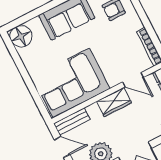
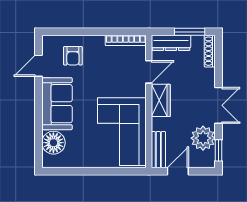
floor lamp: (21, 36) -> (53, 143), moved

